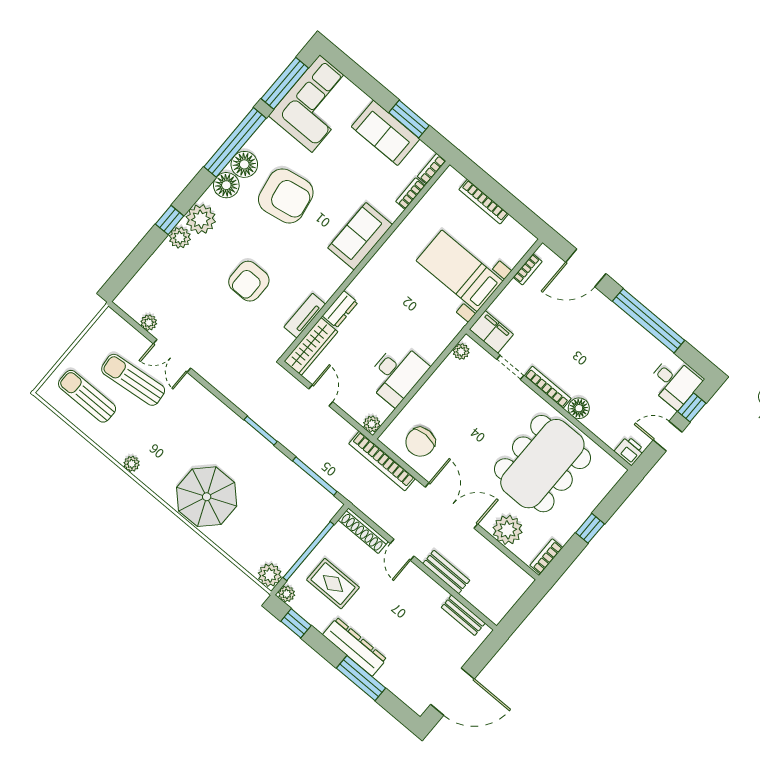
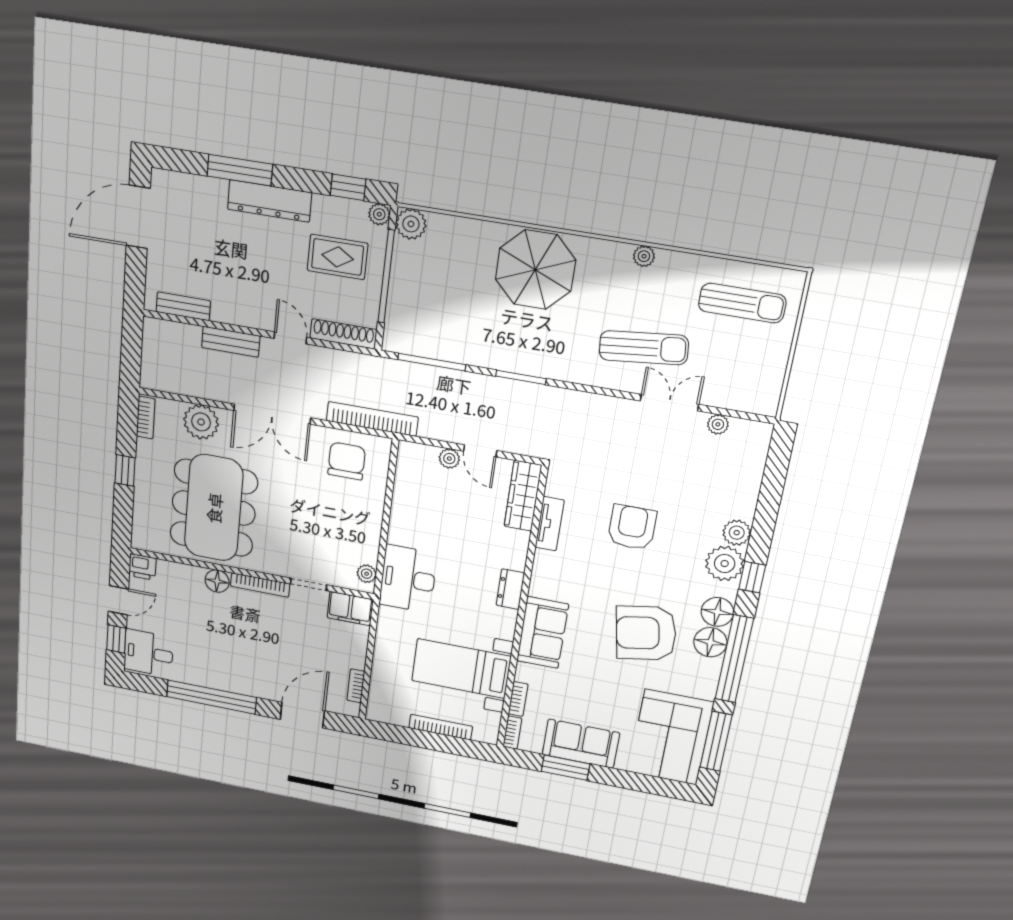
window: (170, 220) -> (752, 577), moved
bed with nightstands: (460, 271) -> (461, 668), moved, turned 180
dresser: (340, 309) -> (510, 589), moved
desk: (397, 374) -> (408, 579), moved
sun lounger: (133, 380) -> (644, 348), moved
plant: (372, 424) -> (449, 459), moved

